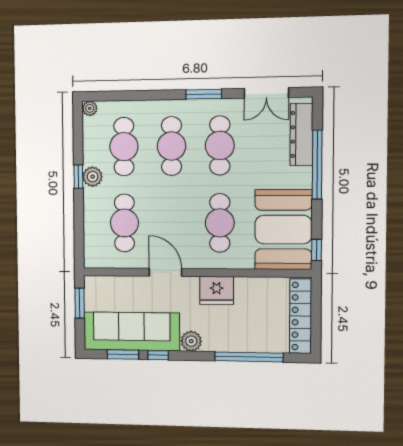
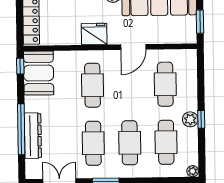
dresser: (301, 134) -> (33, 136), moved
booth: (283, 230) -> (39, 73), width x0.73, depth x0.70
door: (165, 272) -> (133, 47), hinge flipped

